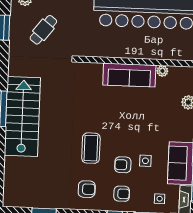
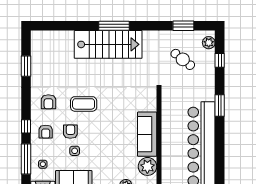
plant: (162, 71) -> (147, 166), width x1.88, depth x1.88

